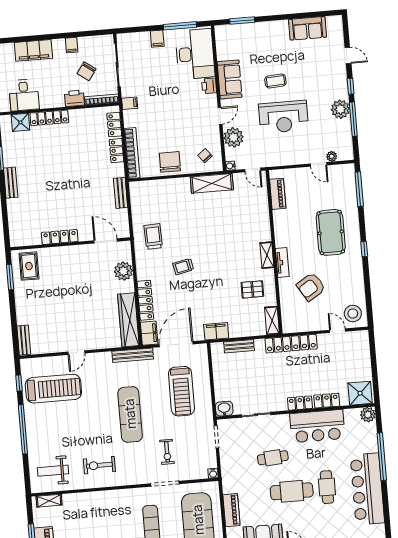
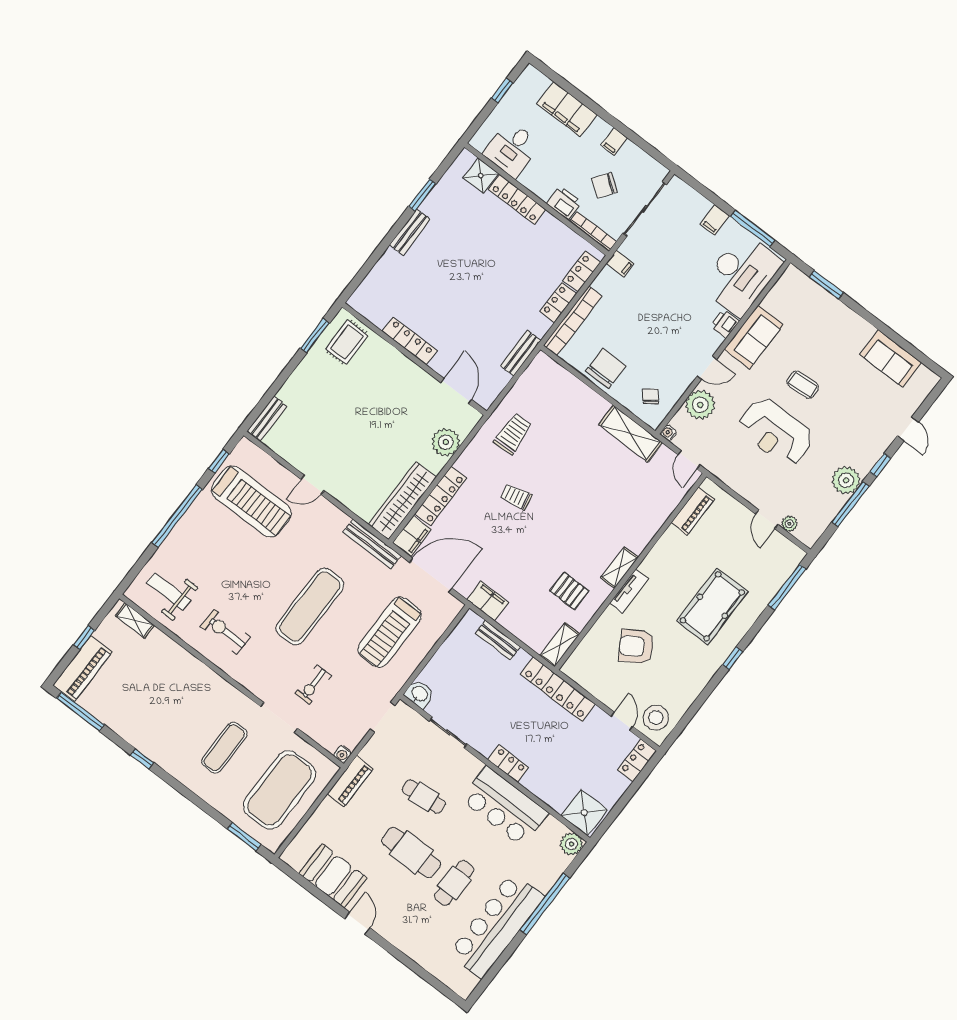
locker: (327, 401) -> (637, 760), moved, turned -90
piano: (231, 510) -> (350, 781), moved

